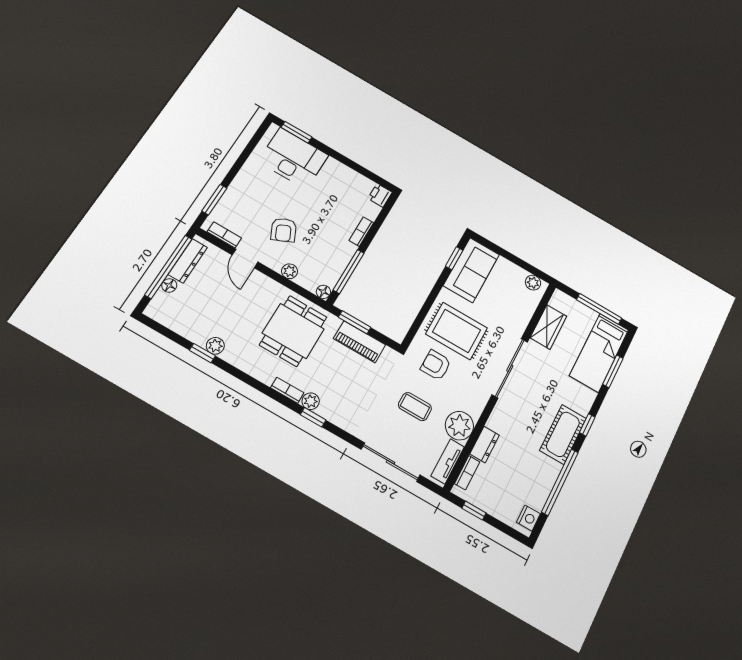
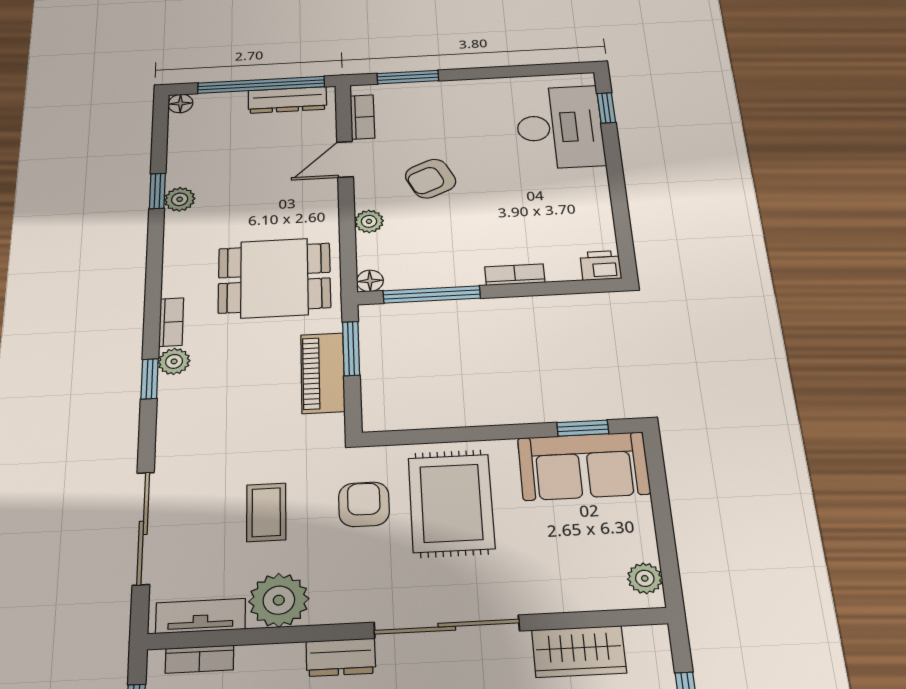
window: (296, 132) -> (606, 108), width x0.67
floor lamp: (169, 285) -> (180, 103), moved
dresser: (485, 445) -> (341, 657), moved

